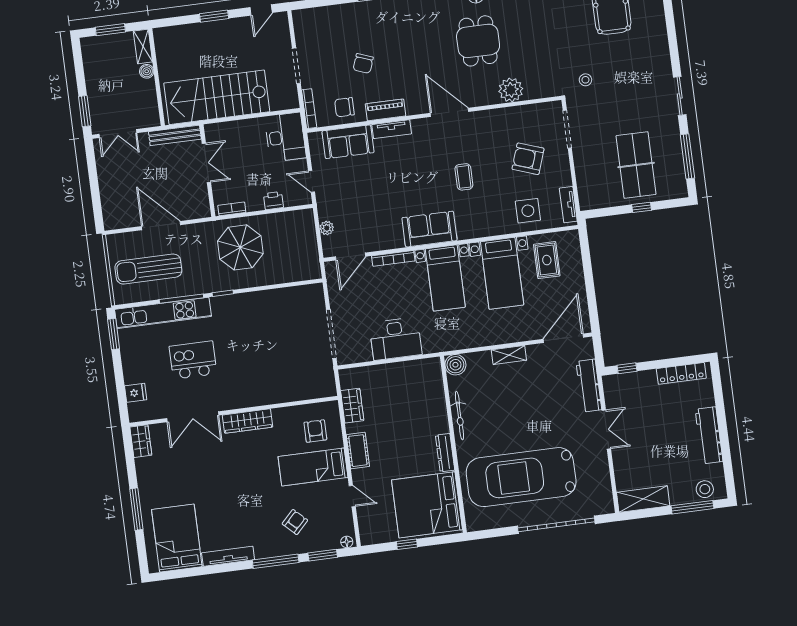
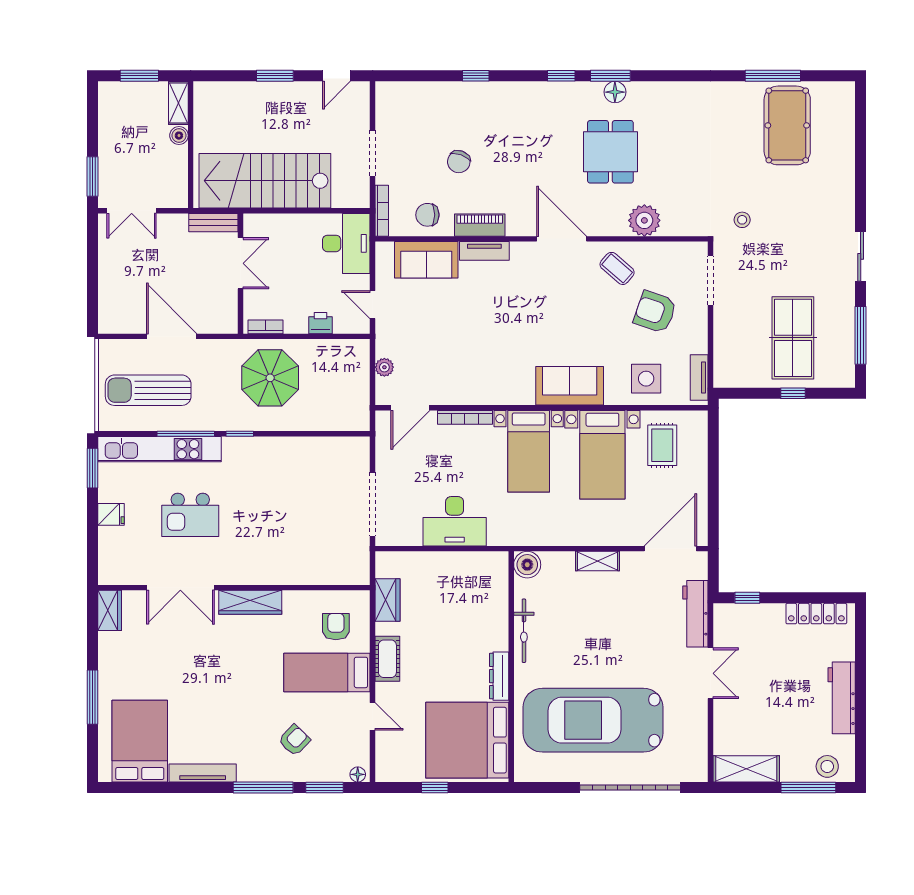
bench: (175, 135) -> (213, 223), width x0.73
coffee table: (464, 177) -> (617, 268), moved, turned -49
sofa: (429, 229) -> (570, 386), moved
kitchen island: (193, 360) -> (190, 515), turned 180
fridge: (136, 393) -> (111, 514), moved

